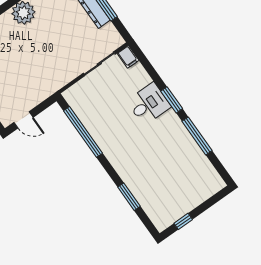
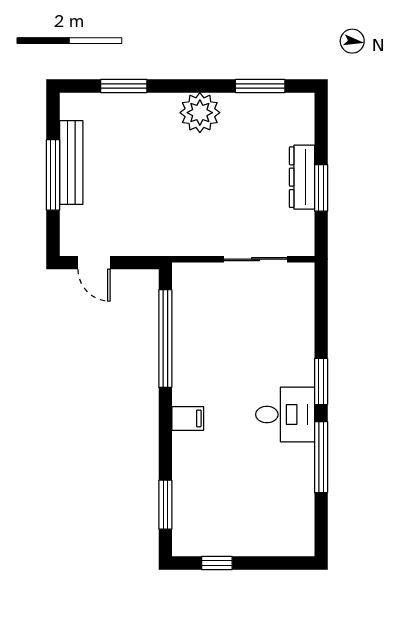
filing cabinet: (128, 57) -> (188, 418), moved, turned -90
desk: (149, 104) -> (285, 415), moved
window: (129, 197) -> (165, 505), moved

